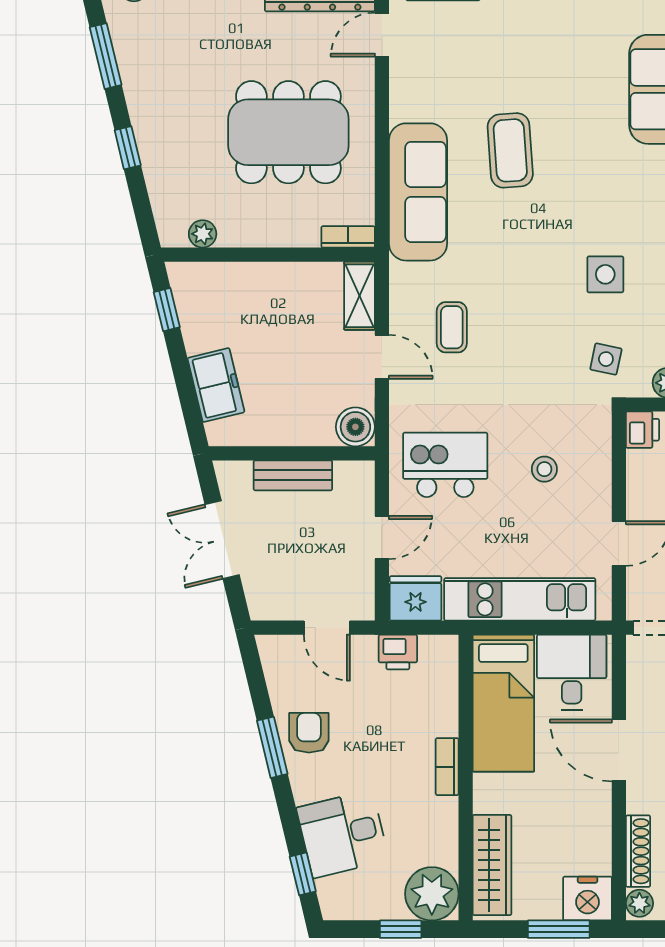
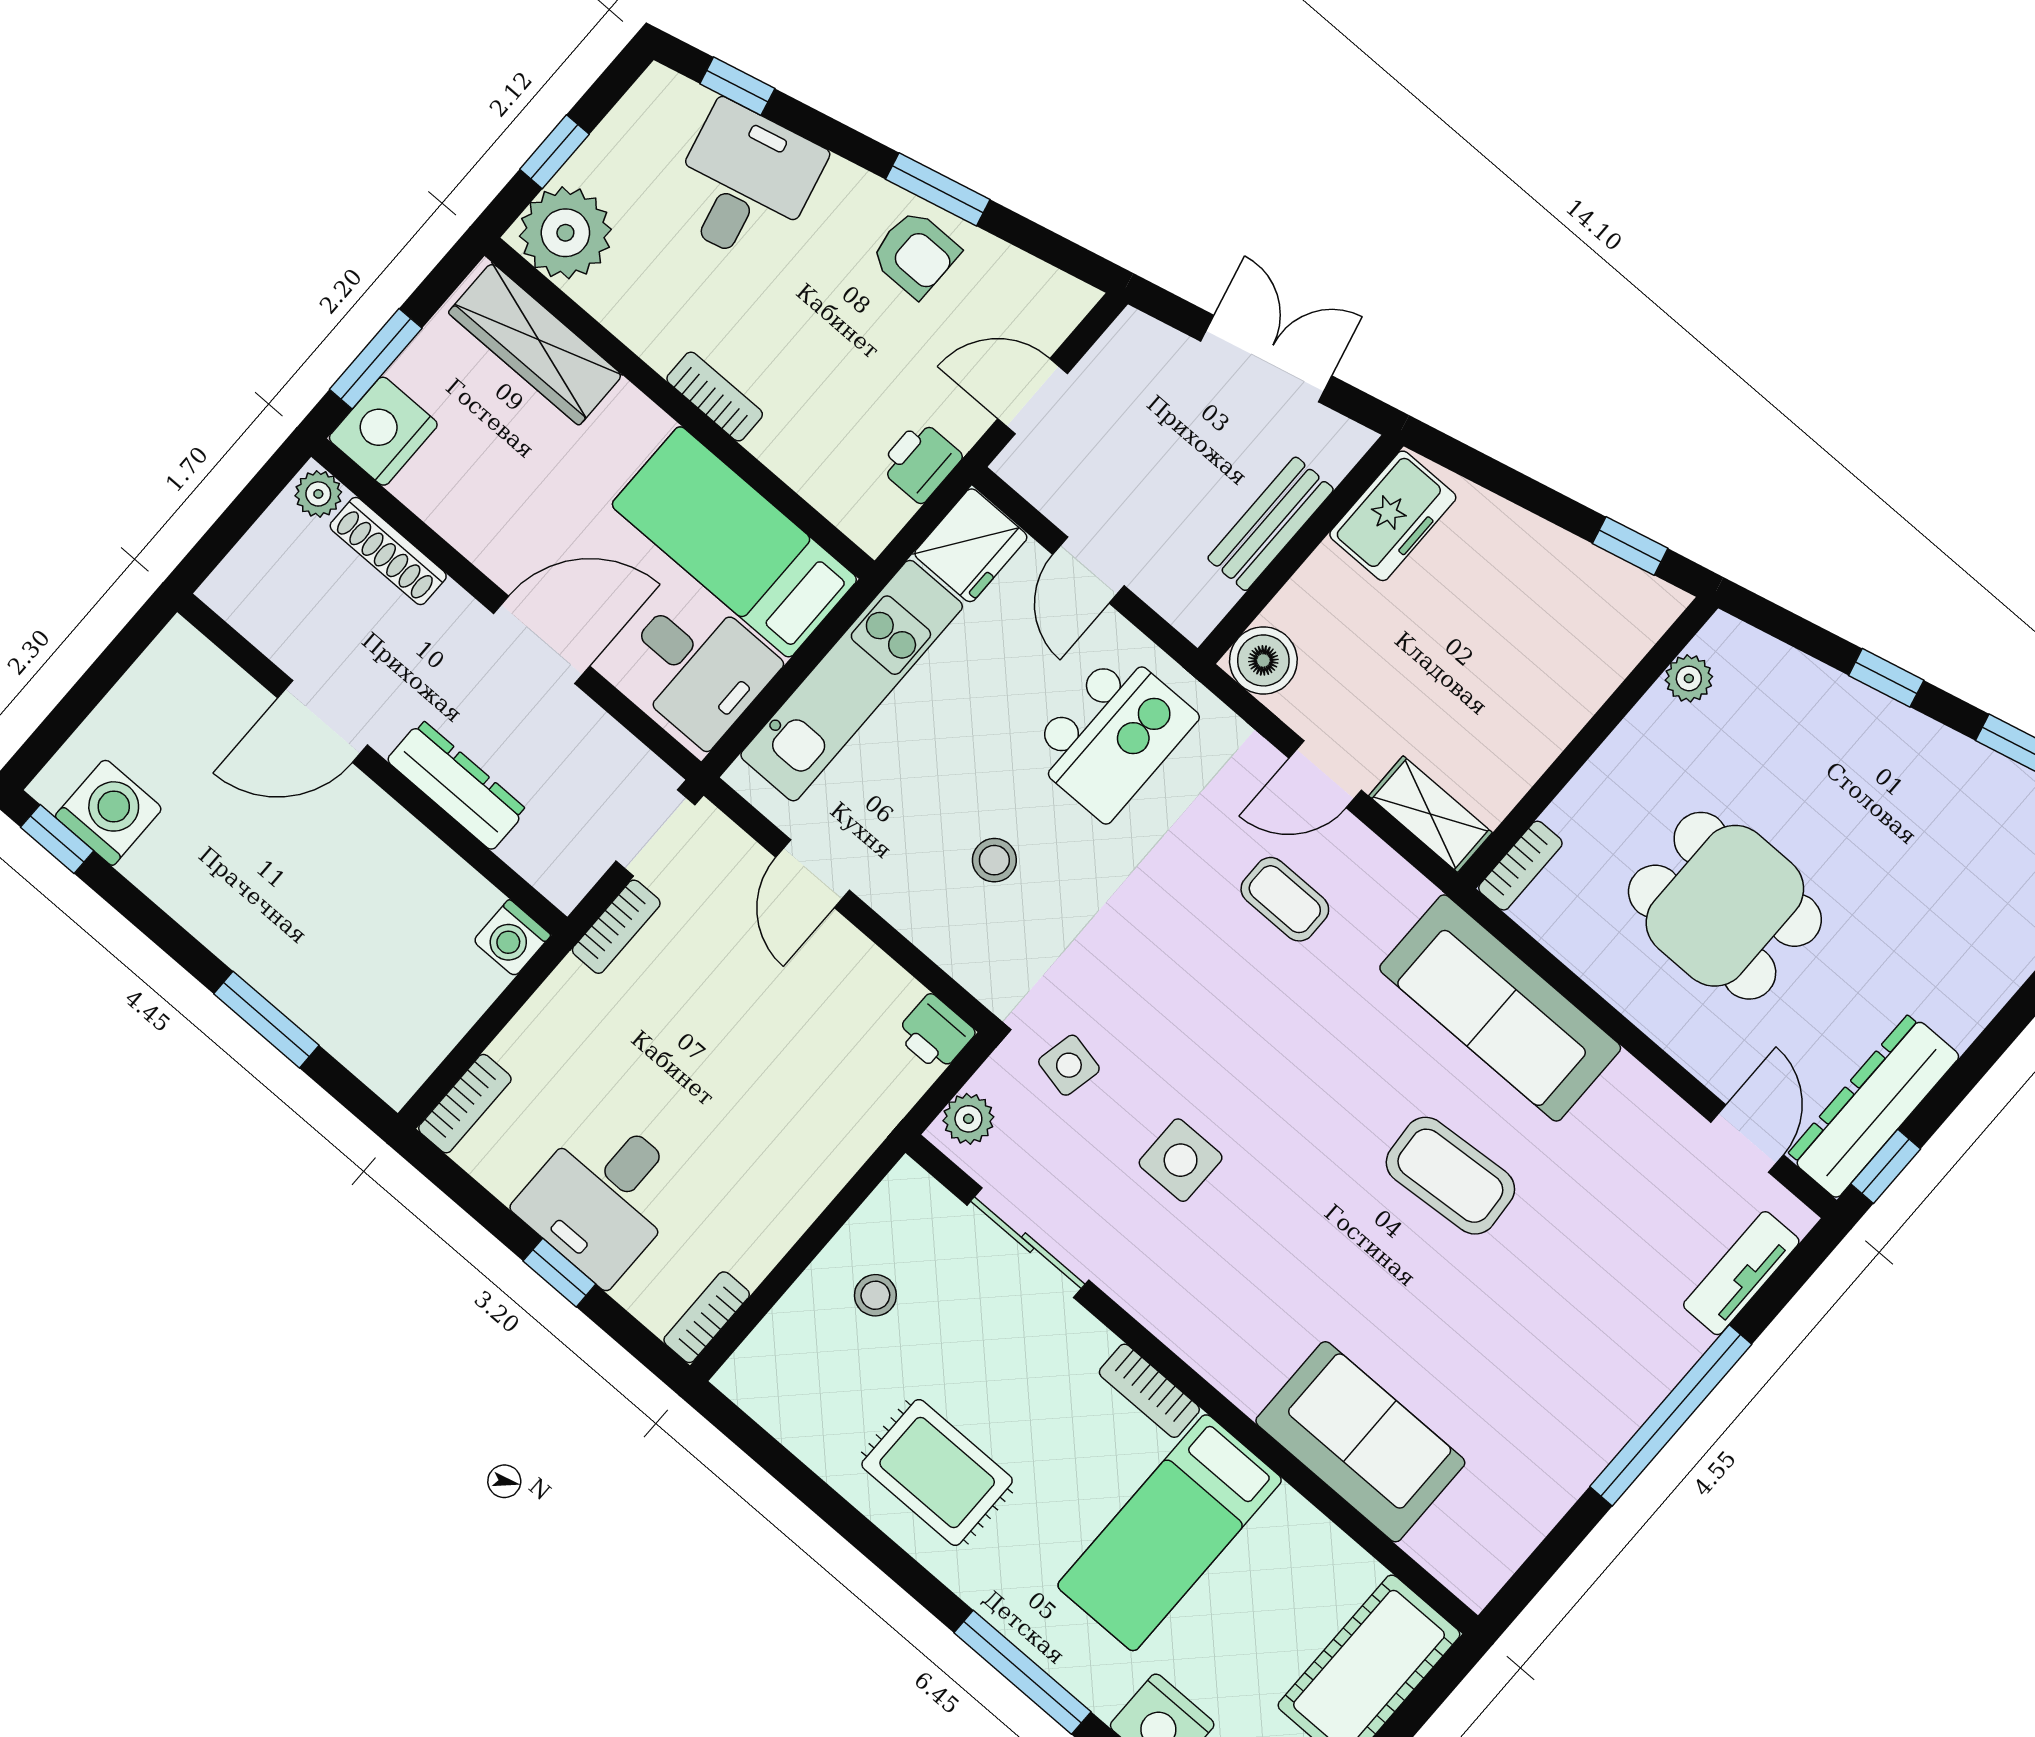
dining table: (288, 132) -> (1725, 906), width x0.73
freezer: (216, 385) -> (1393, 516), moved, turned -76

